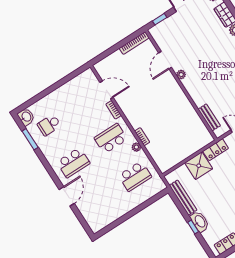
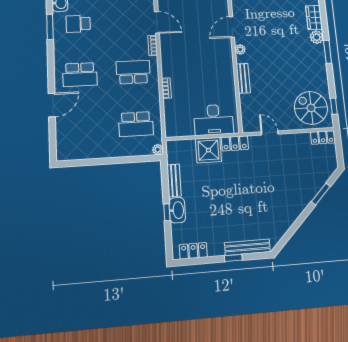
bench: (209, 117) -> (243, 78), moved
desk: (190, 141) -> (214, 120), added
plant: (136, 147) -> (158, 150), moved
bench: (183, 198) -> (174, 180), width x0.73

